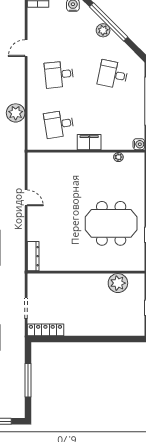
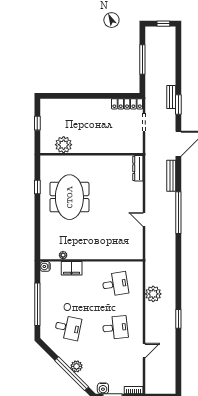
filing cabinet: (89, 142) -> (72, 268), moved
meeting table: (111, 223) -> (69, 197), turned 90

